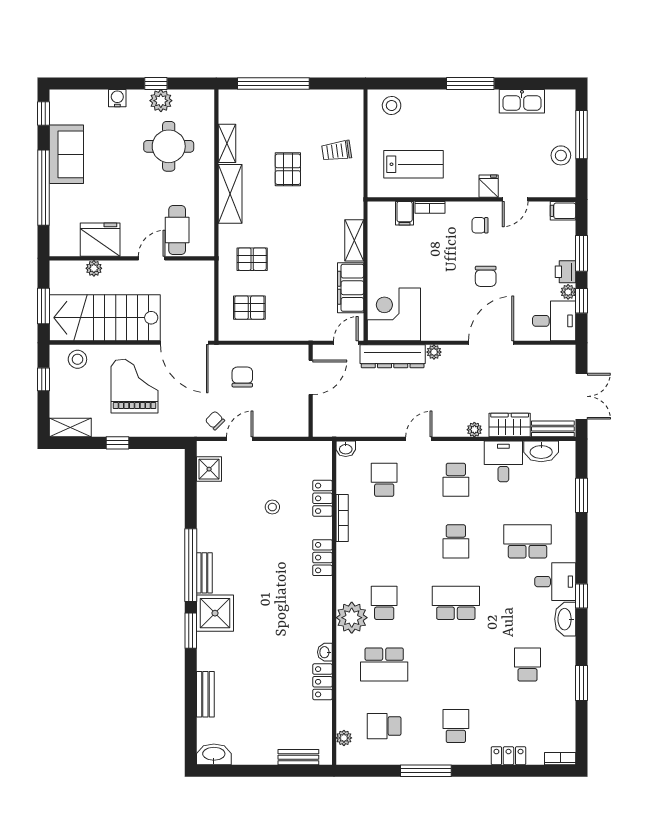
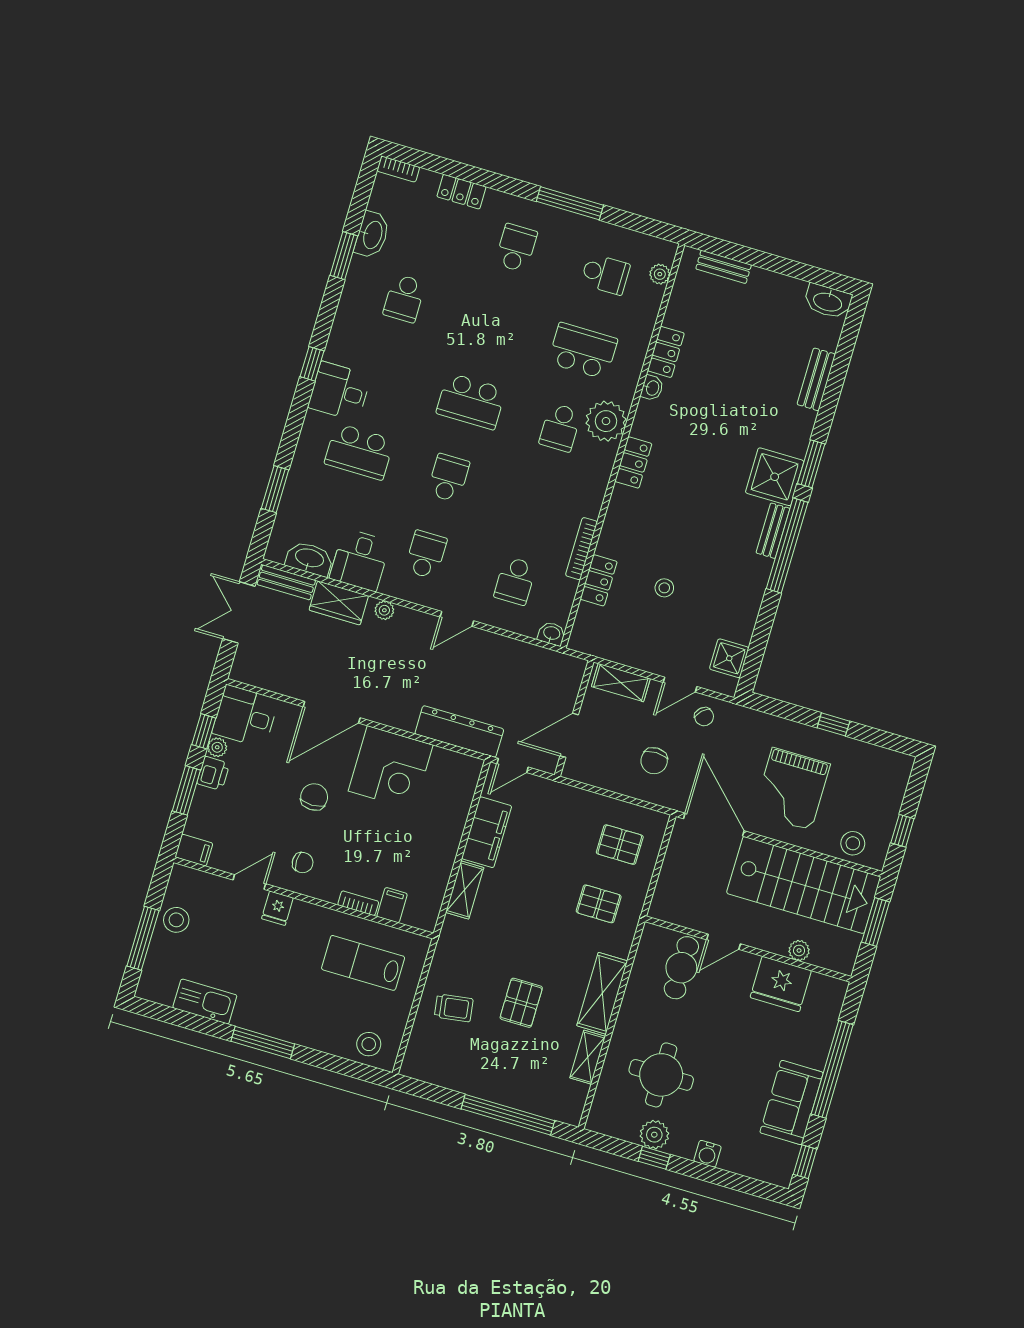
corner desk: (394, 314) -> (391, 768), moved
plant: (434, 352) -> (406, 722), removed
shelving: (70, 428) -> (621, 683), moved
locker: (322, 558) -> (633, 462), moved
washbasin: (565, 619) -> (372, 235), moved
school desk: (456, 726) -> (516, 248), turned 180

